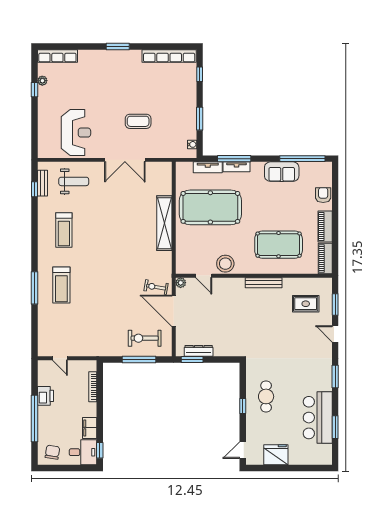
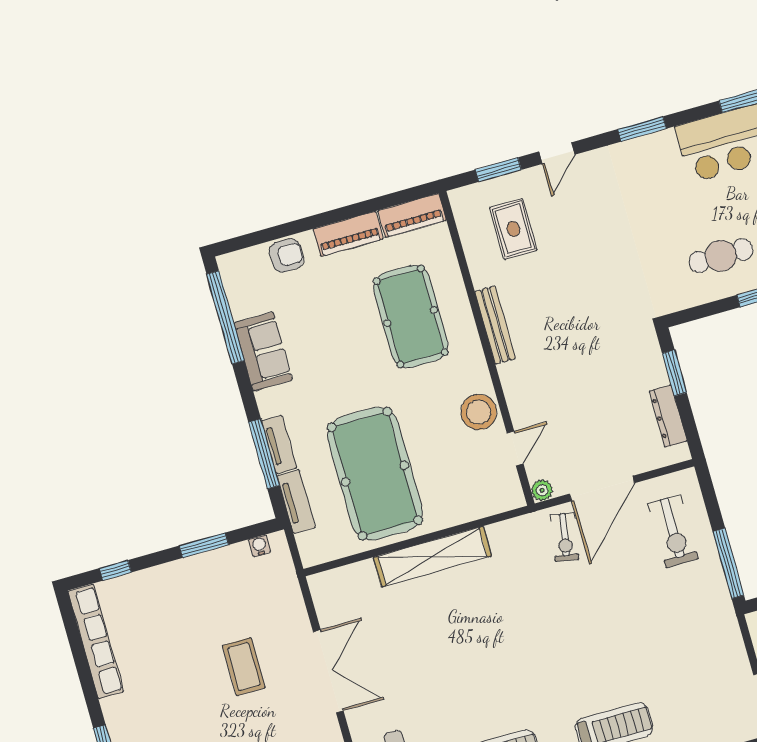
armchair: (323, 195) -> (287, 255), turned 180
window: (139, 360) -> (728, 563), moved
window: (192, 360) -> (674, 373), moved

